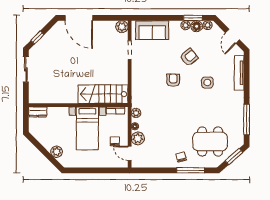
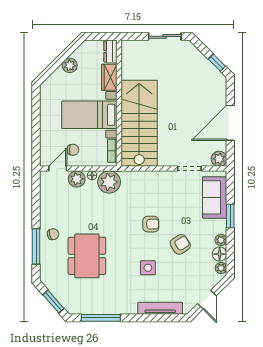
door: (79, 18) -> (230, 123), moved
window: (193, 18) -> (230, 216), moved
door: (232, 36) -> (207, 300), swing flipped
window: (37, 38) -> (217, 63), moved
armchair: (189, 57) -> (180, 244), turned -83
stairs: (103, 94) -> (139, 123), width x1.36, depth x1.51
wardrobe: (58, 113) -> (109, 77), added
plant: (136, 113) -> (109, 182), width x1.87, depth x1.87
dining table: (210, 142) -> (87, 256), moved
plant: (57, 152) -> (70, 65), moved

